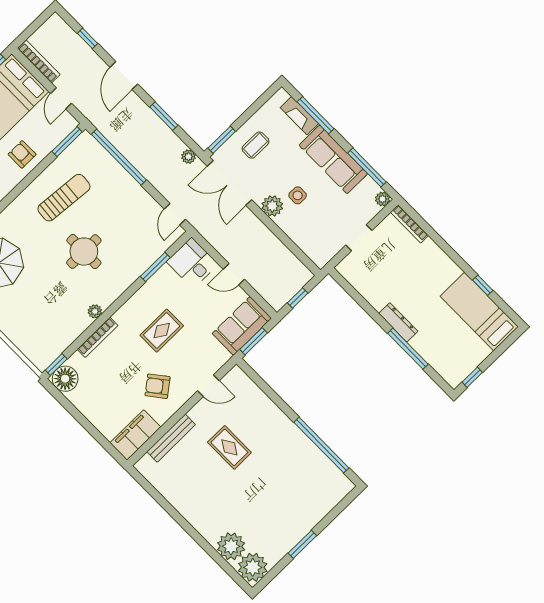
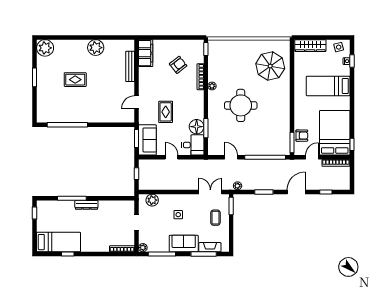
door: (124, 76) -> (296, 192), hinge flipped
door: (61, 98) -> (312, 157), hinge flipped
armchair: (22, 154) -> (302, 136), moved
sofa: (333, 159) -> (184, 244), width x0.73
double door: (229, 183) -> (210, 192), width x0.73
sun lounger: (64, 198) -> (271, 119), removed
plant: (272, 206) -> (152, 200), moved
door: (175, 214) -> (231, 157), moved
round table: (84, 252) -> (241, 105), width x1.36, depth x1.36
door: (234, 274) -> (172, 157), hinge flipped
rug: (162, 331) -> (166, 112), moved
floor lamp: (65, 379) -> (197, 127), moved
armchair: (158, 386) -> (178, 65), moved
rug: (229, 447) -> (75, 80), moved
plant: (231, 546) -> (96, 48), moved

